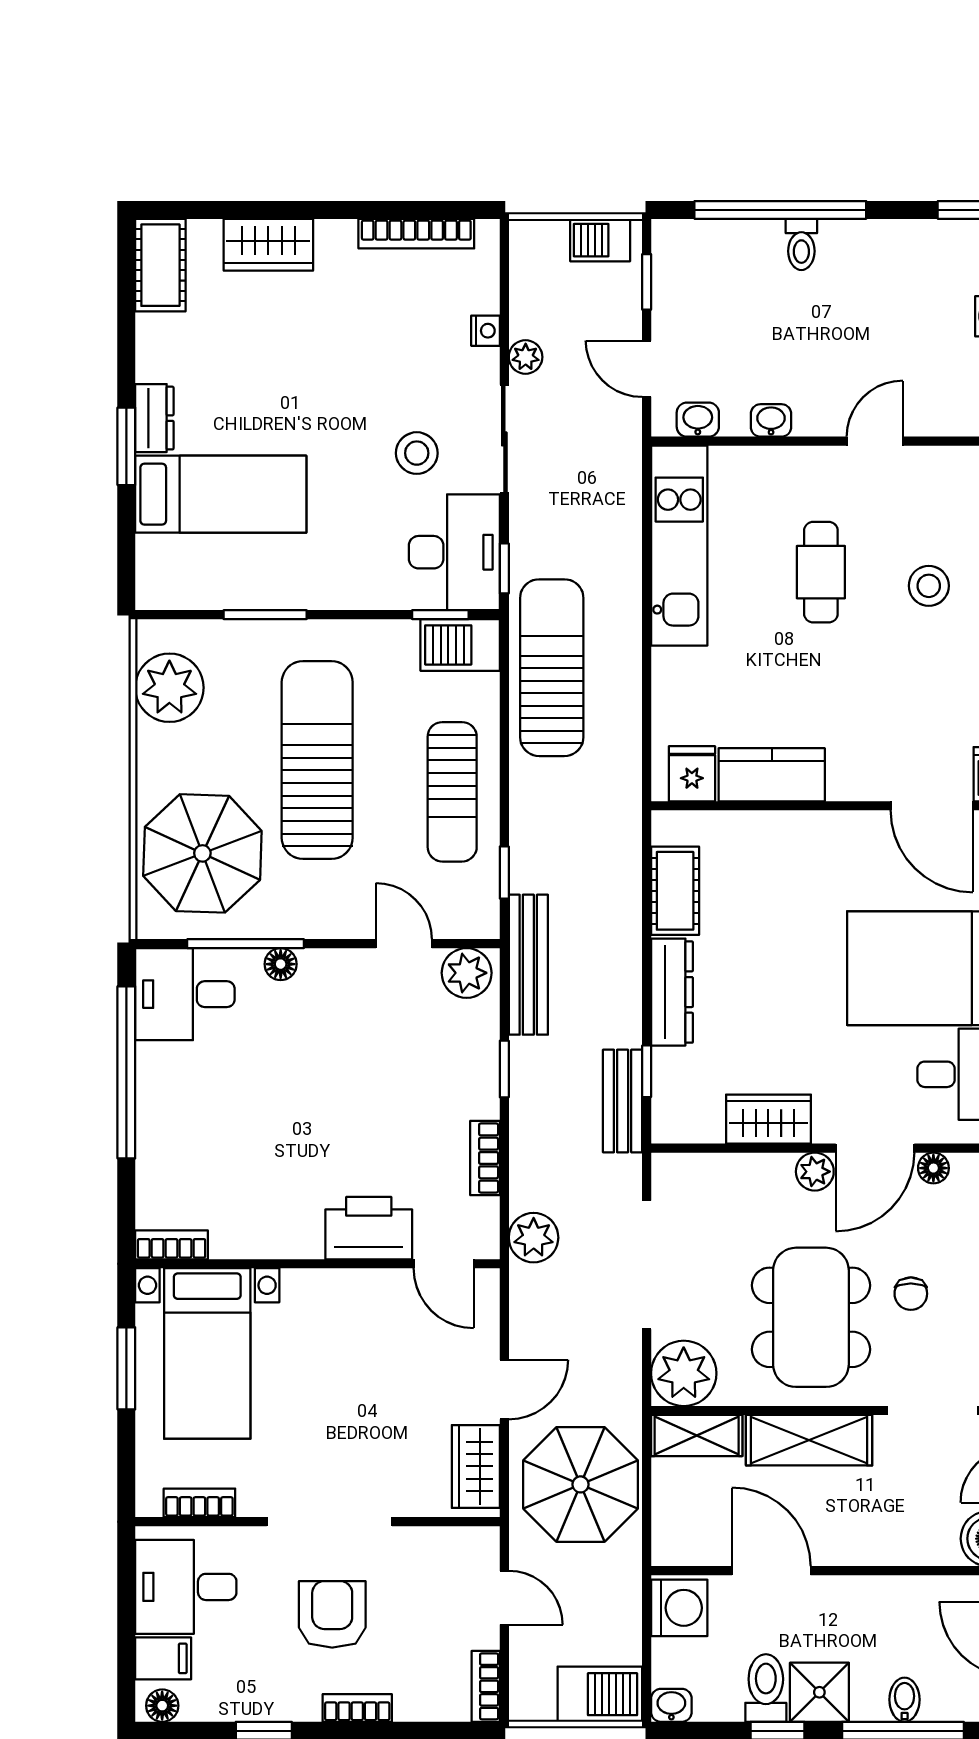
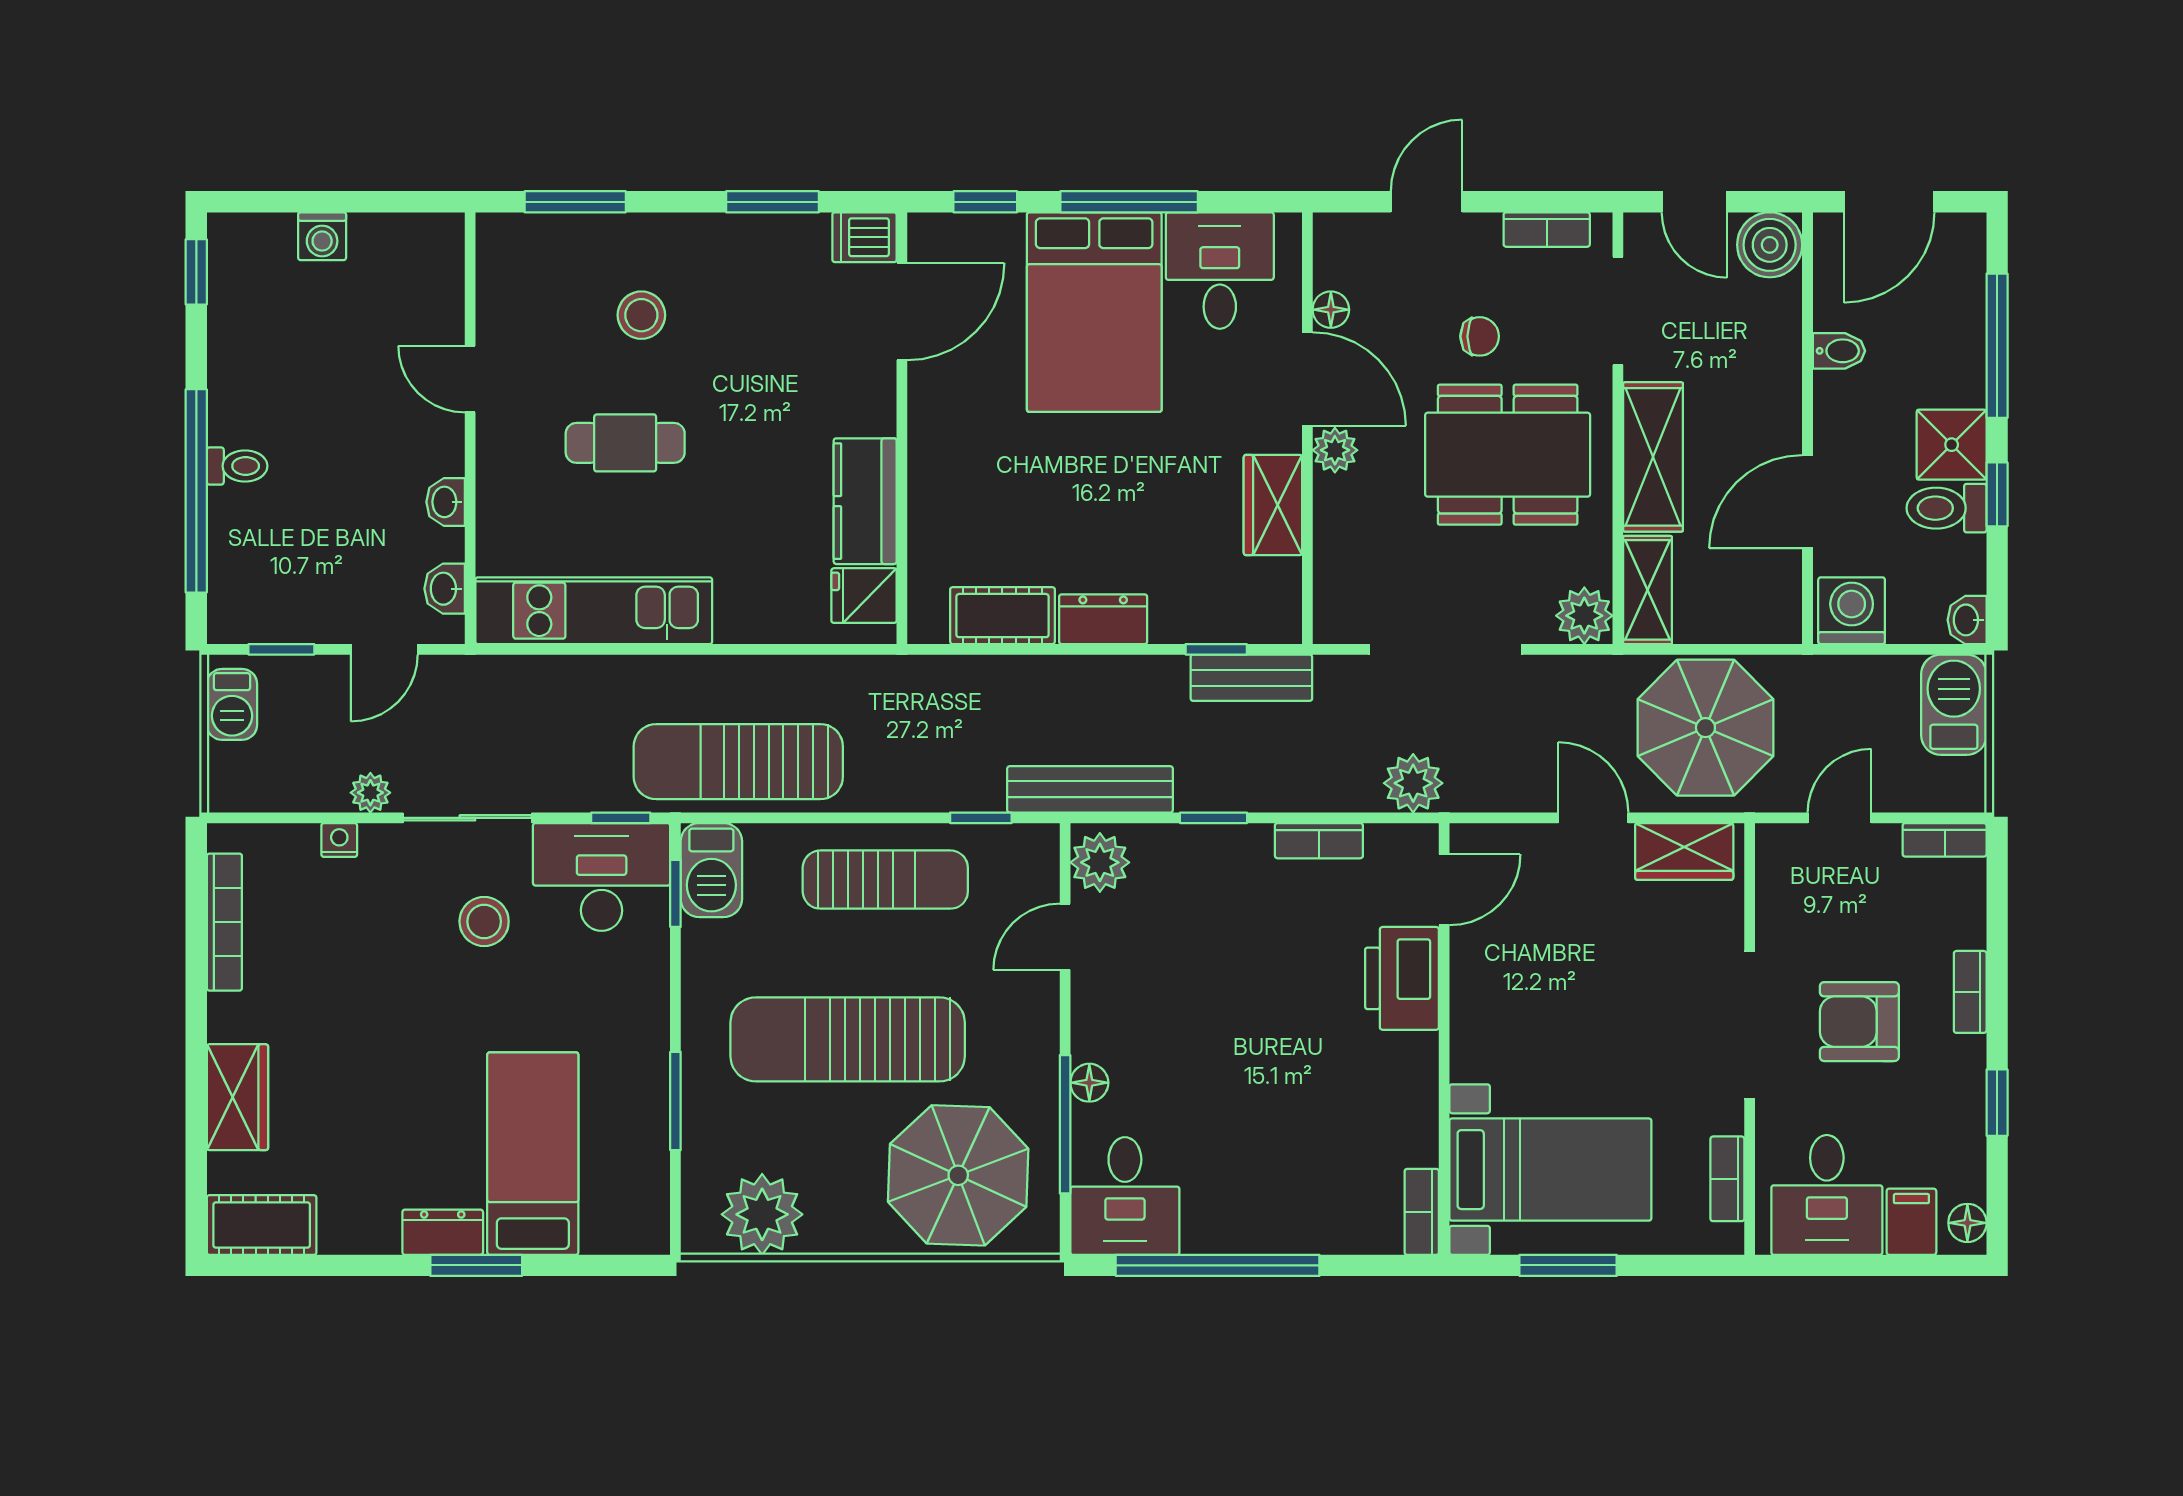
dresser: (672, 992) -> (1103, 619), width x0.70
plant: (684, 1373) -> (1584, 616), width x0.73, depth x0.73
bidet: (905, 1700) -> (1839, 351), moved, turned 180

